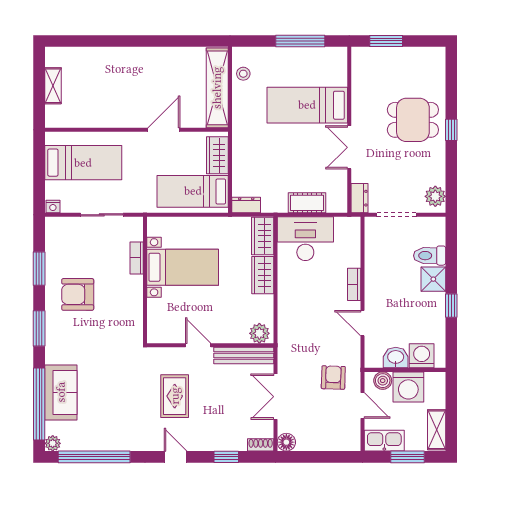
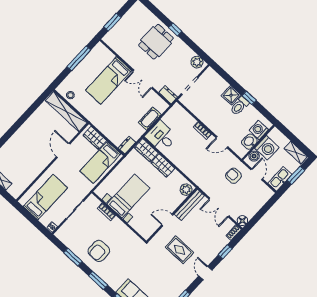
desk: (305, 239) -> (161, 137), width x0.73
toilet: (430, 256) -> (240, 106), moved
door: (362, 405) -> (257, 174), hinge flipped
door: (176, 457) -> (205, 273), hinge flipped

